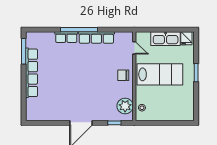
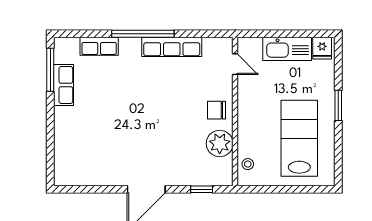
row of seats: (66, 37) -> (99, 46), moved
row of seats: (32, 73) -> (64, 85), width x0.50
lab bench: (160, 74) -> (299, 138), moved, turned -90
plant: (125, 106) -> (220, 144), moved

